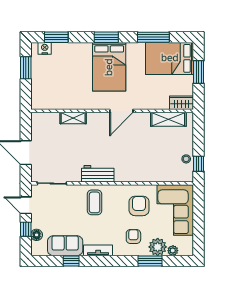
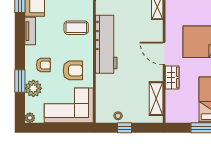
wardrobe: (182, 103) -> (172, 78), moved
window: (199, 164) -> (124, 128), moved
workbench: (98, 174) -> (106, 44), width x1.88, depth x1.32
plant: (173, 251) -> (30, 118), moved

